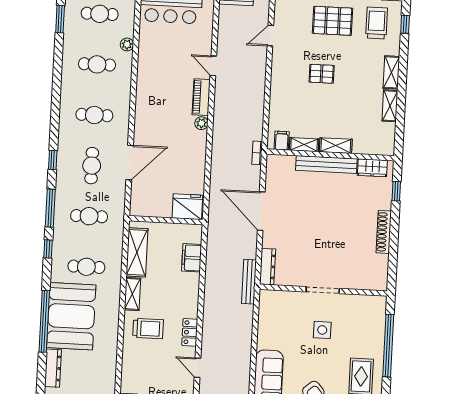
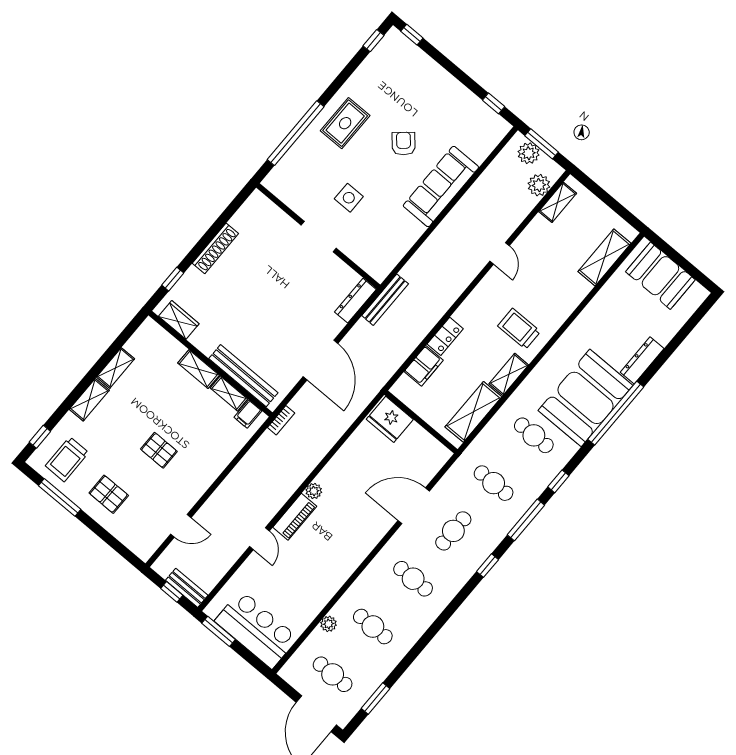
pallet: (333, 21) -> (109, 494), width x0.67, depth x0.71
bench: (326, 165) -> (243, 376), moved
locker: (190, 332) -> (445, 336), moved

